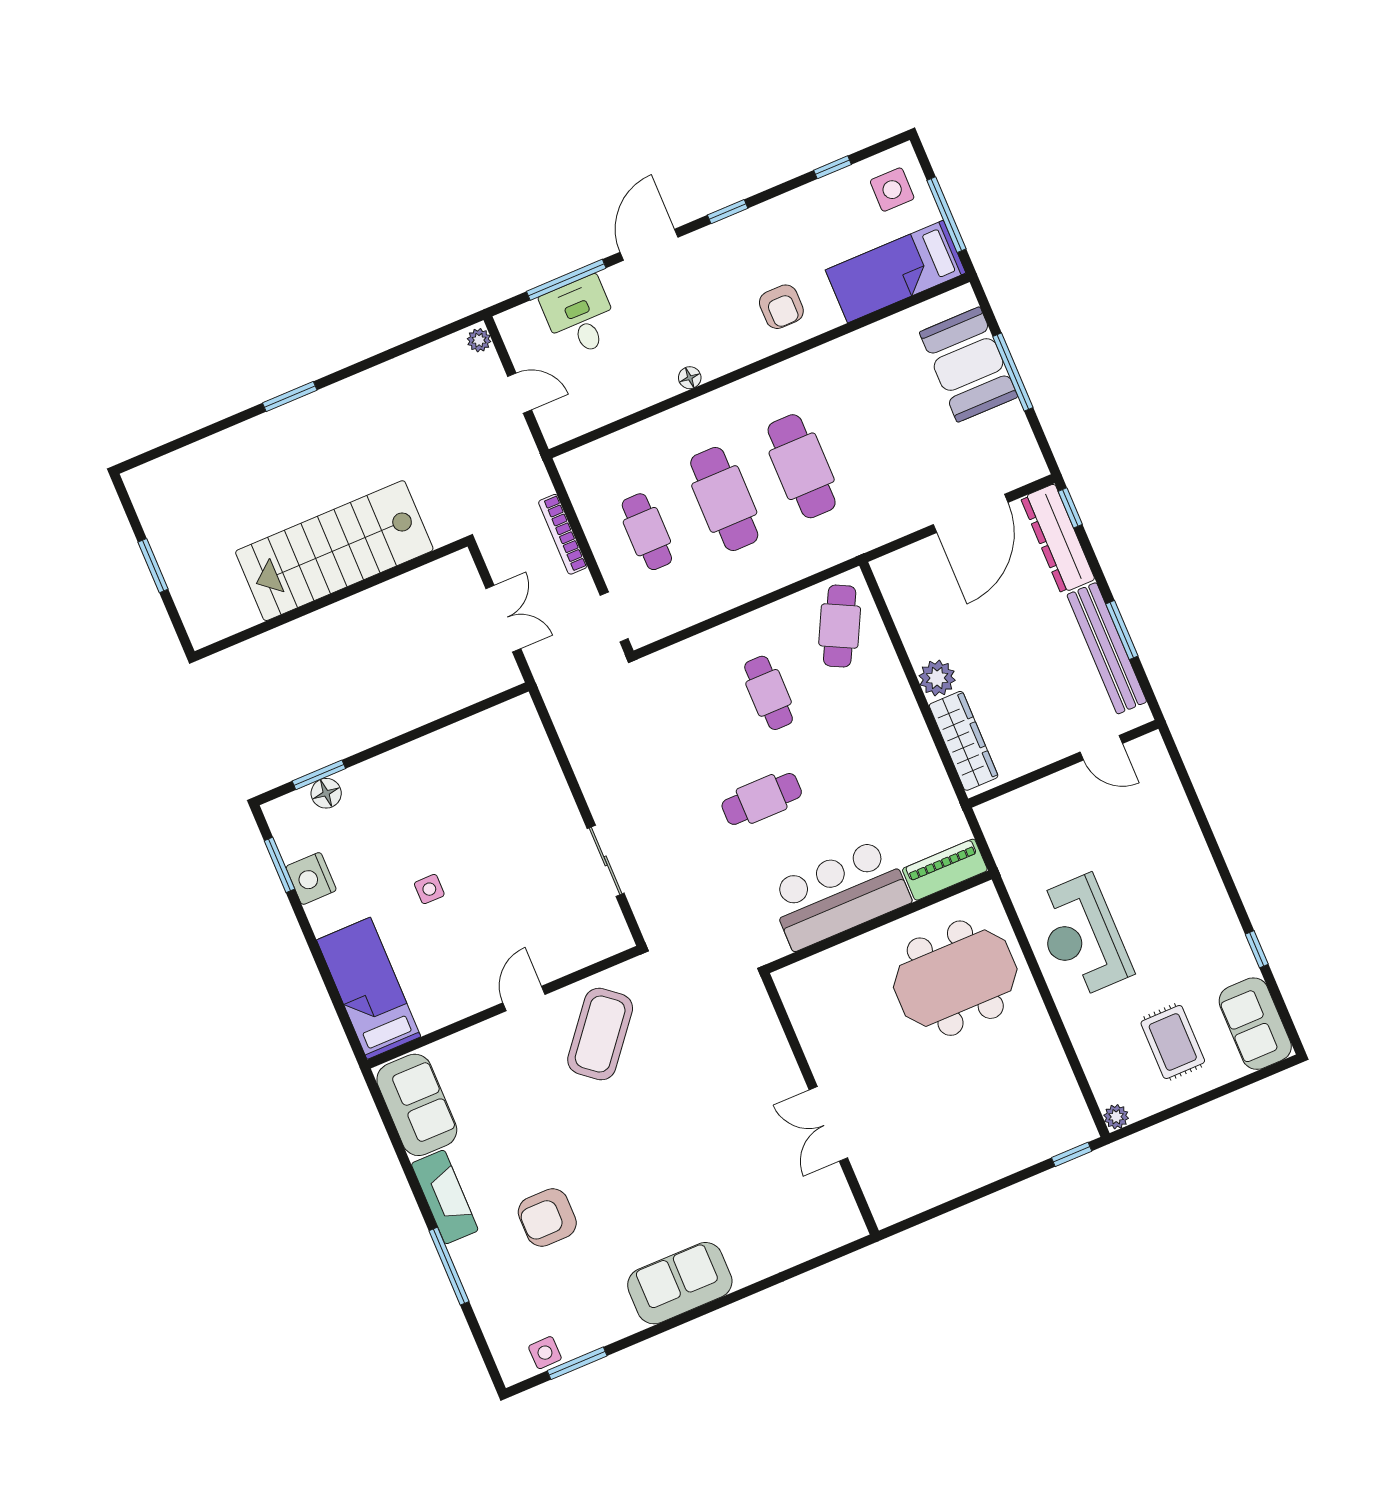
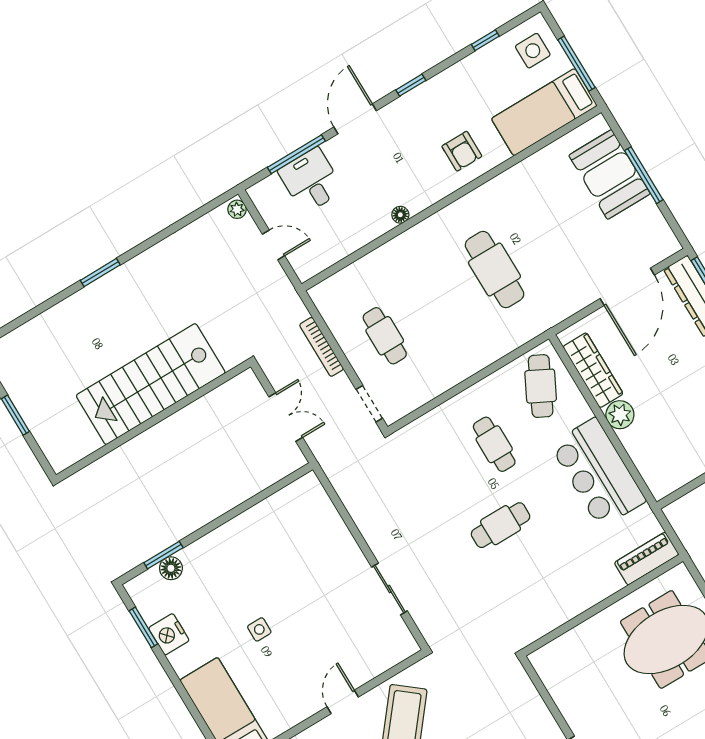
cafe table: (724, 499) -> (440, 303), removed
wardrobe: (964, 741) -> (593, 370), moved
bar counter: (839, 894) -> (598, 473), moved, turned -90

